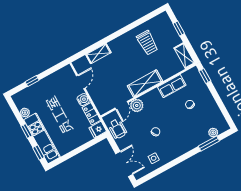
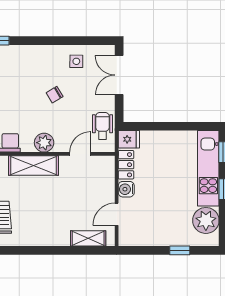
shelving: (98, 54) -> (88, 238), moved
plant: (137, 105) -> (44, 143), moved
plant: (25, 113) -> (206, 220), width x1.88, depth x1.88

